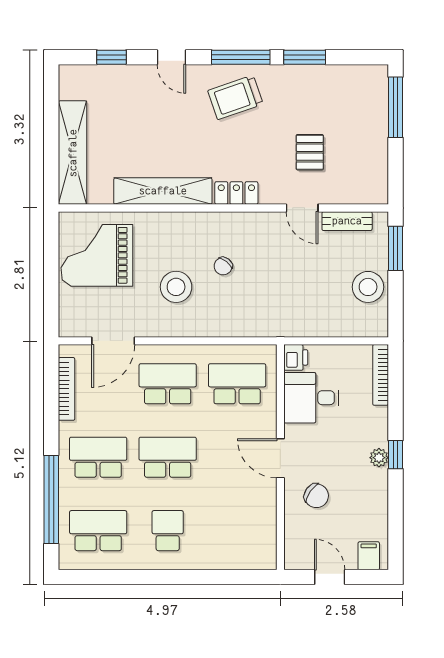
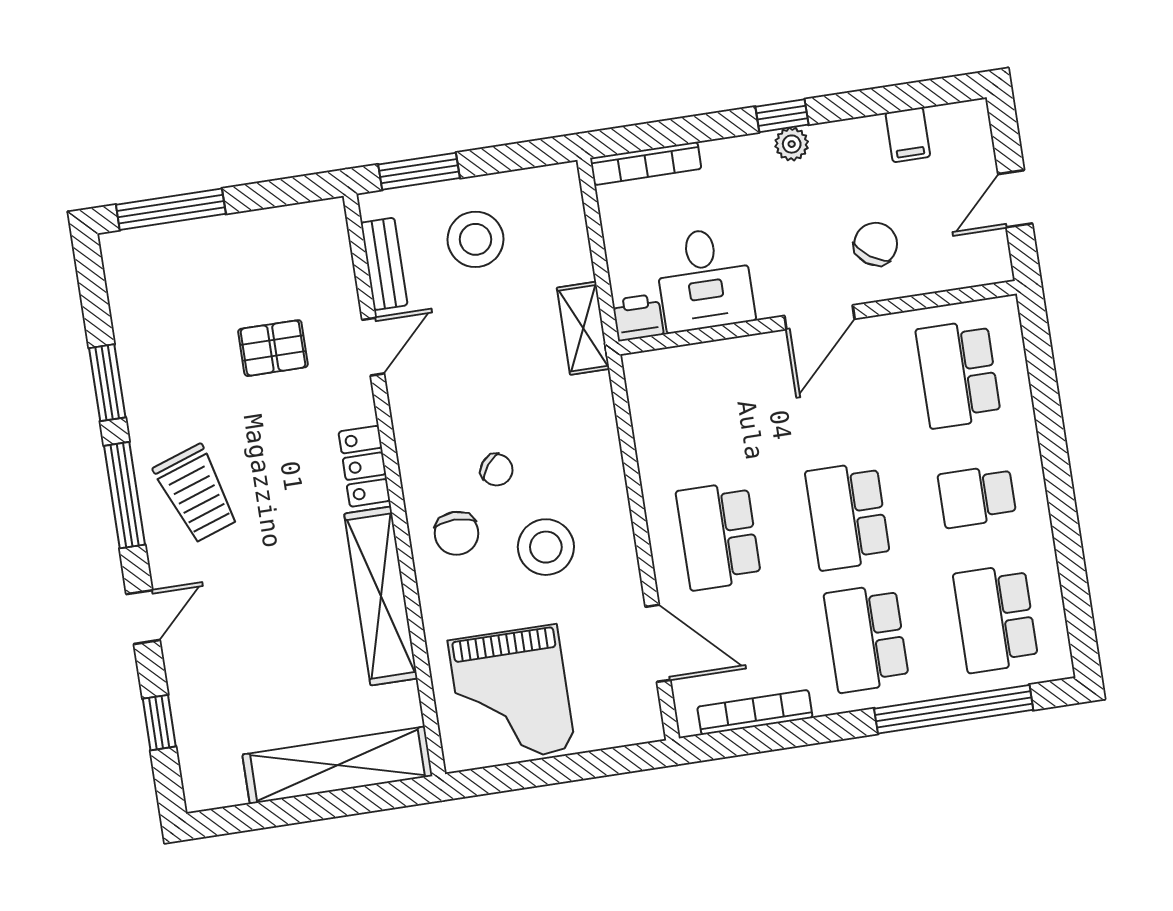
chair: (191, 238) -> (457, 533), added
stool: (368, 287) -> (475, 239), moved
shelving: (294, 326) -> (583, 328), added
school desk: (237, 384) -> (958, 374), moved
filing cabinet: (369, 556) -> (908, 135), moved, turned -90

